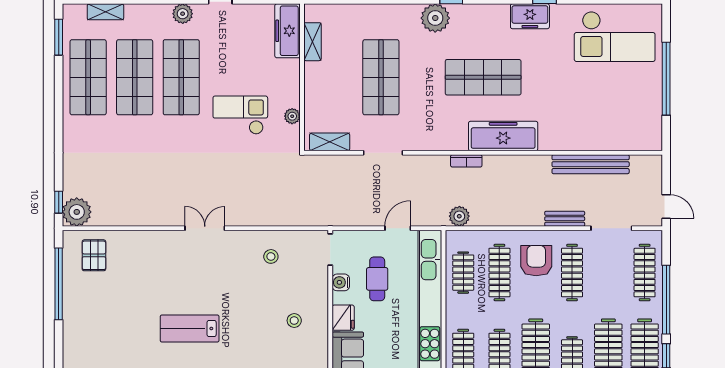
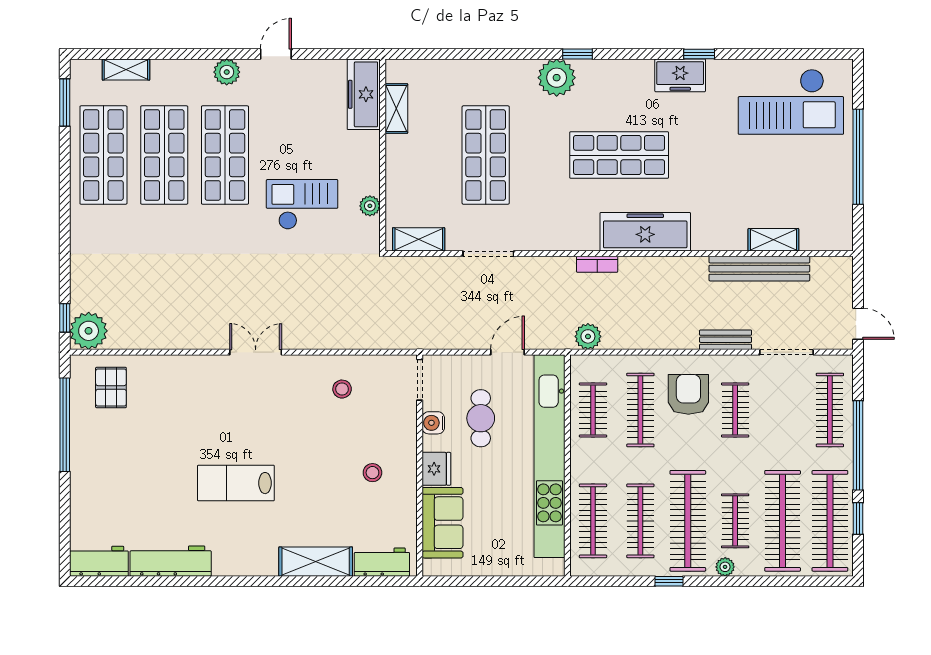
shelving: (601, 142) -> (773, 240), added
clothes rail: (572, 273) -> (735, 410), width x0.73

